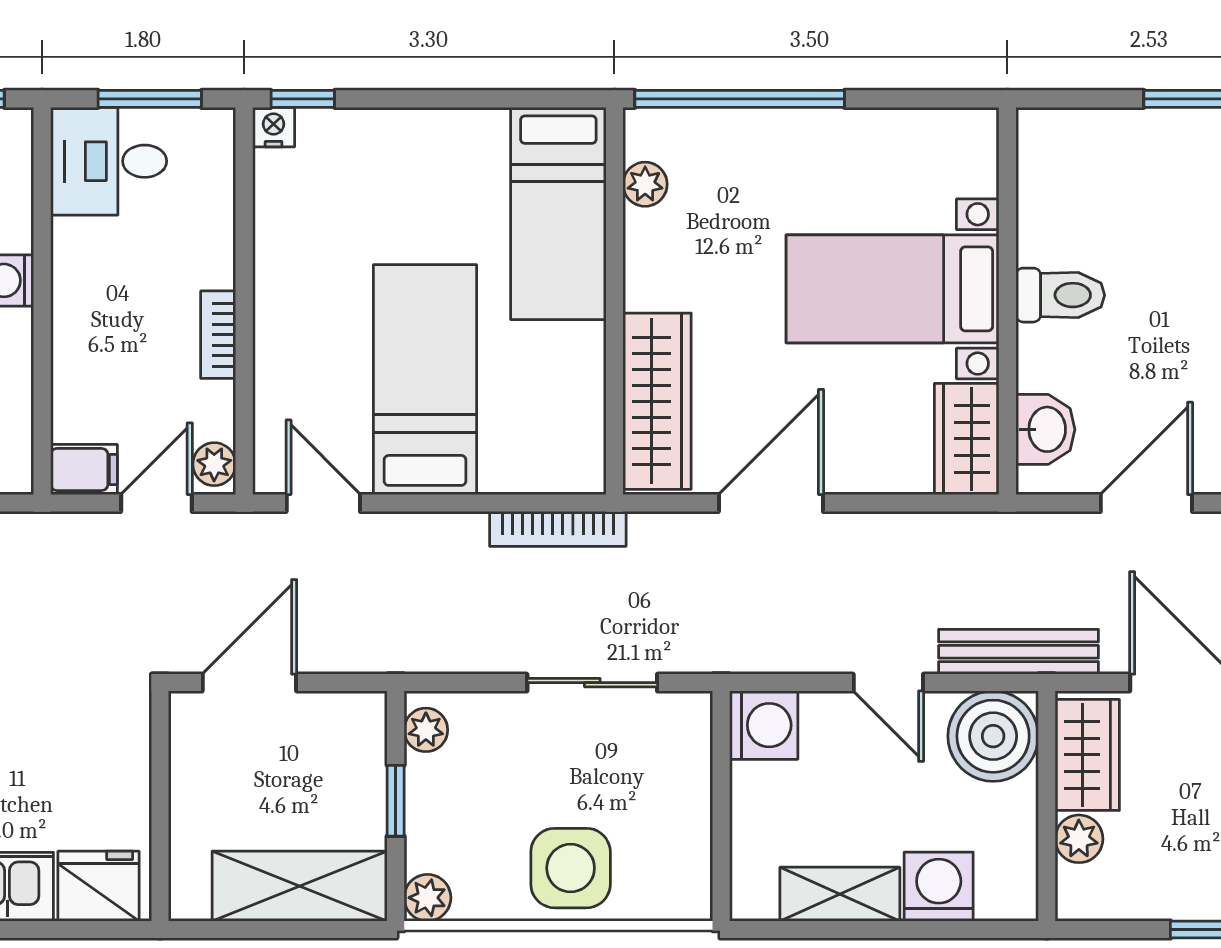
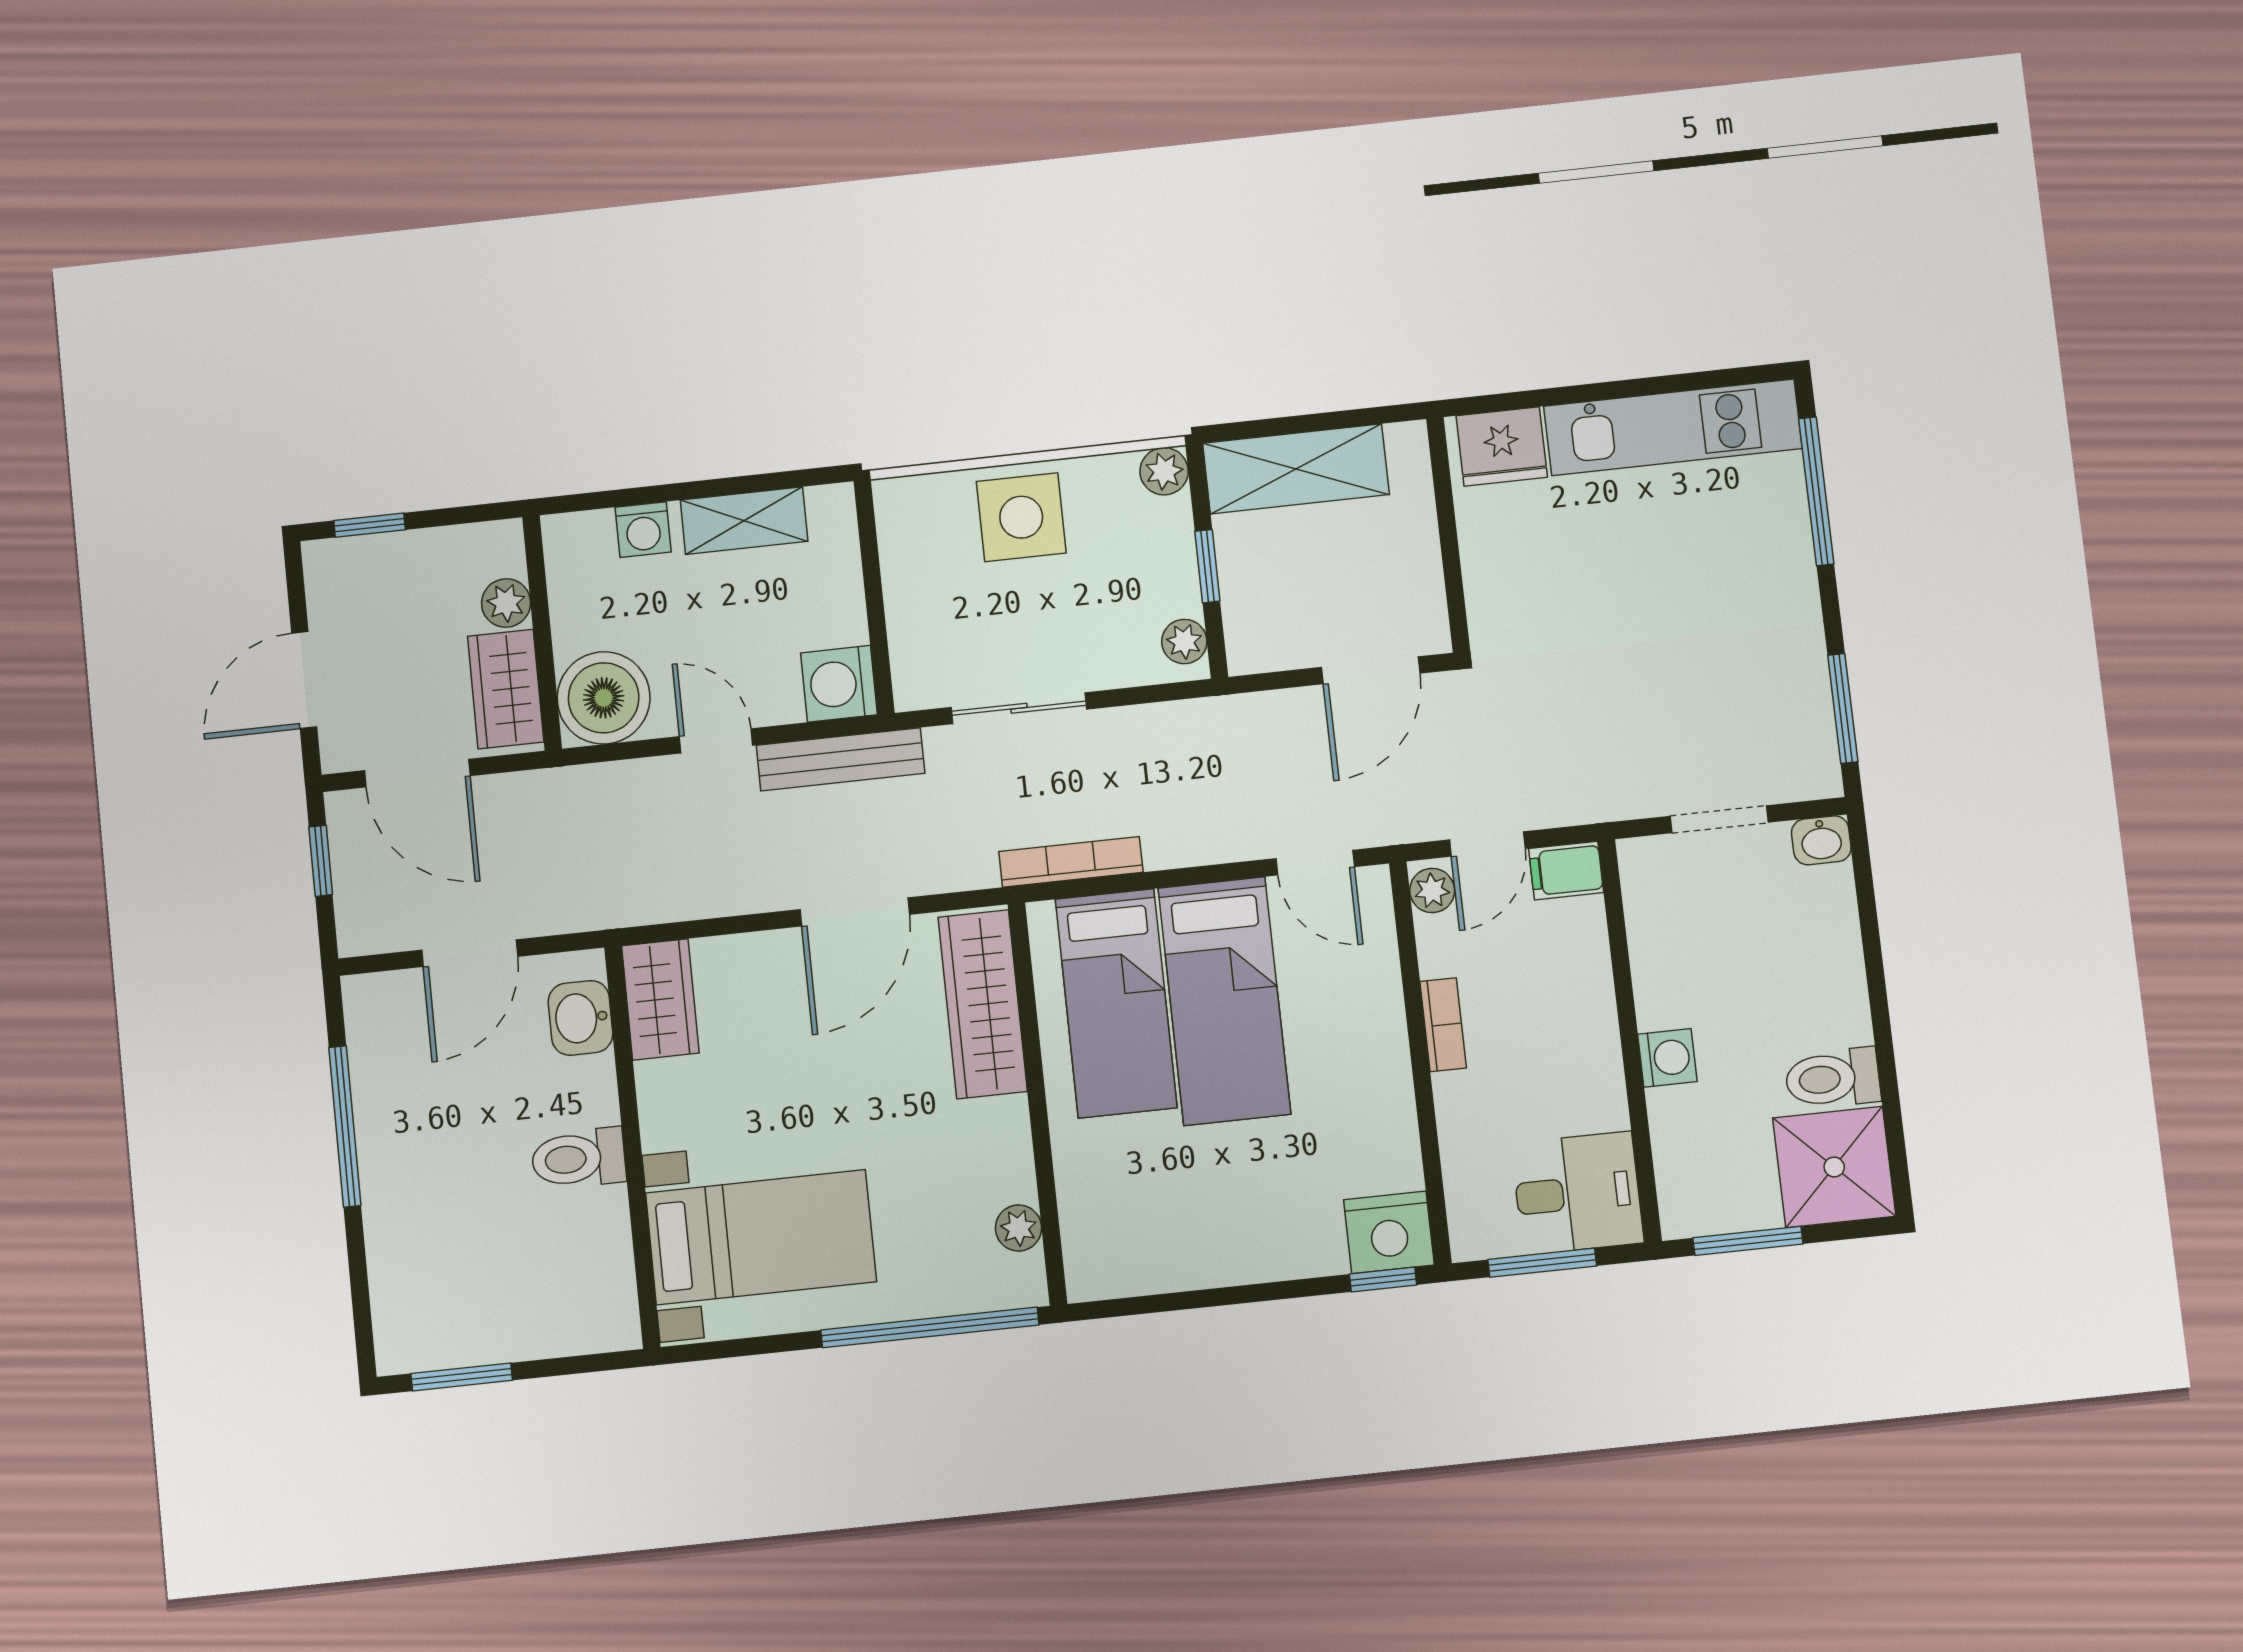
nightstand: (274, 127) -> (1389, 1232), width x1.89, depth x1.79
bed: (558, 213) -> (1116, 1003), moved, turned 180
bed with nightstands: (893, 289) -> (761, 1237), moved
bench: (1018, 652) -> (840, 759), moved
washing machine: (939, 887) -> (643, 530), width x0.73, depth x0.73

